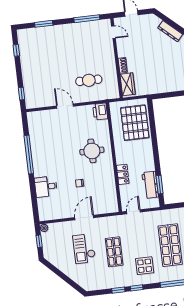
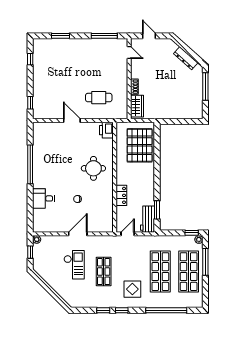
workbench: (150, 185) -> (148, 219), moved
checkout: (84, 249) -> (74, 265), turned 180

